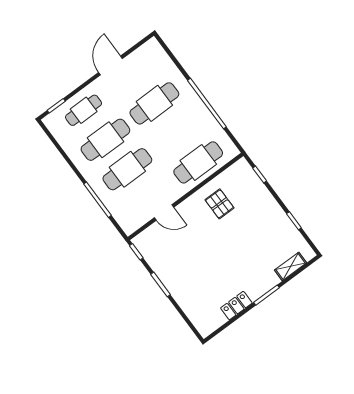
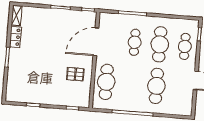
cafe table: (127, 169) -> (135, 42), width x0.73, depth x0.74
door: (164, 212) -> (96, 42), width x1.88
shelving: (291, 266) -> (16, 16), moved

